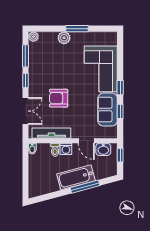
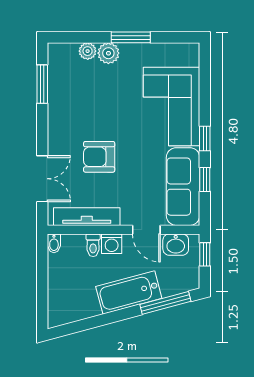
plant: (33, 37) -> (88, 51), moved
window: (25, 80) -> (42, 126), removed
sofa: (108, 110) -> (183, 187), width x1.36
window: (85, 187) -> (165, 303), moved

